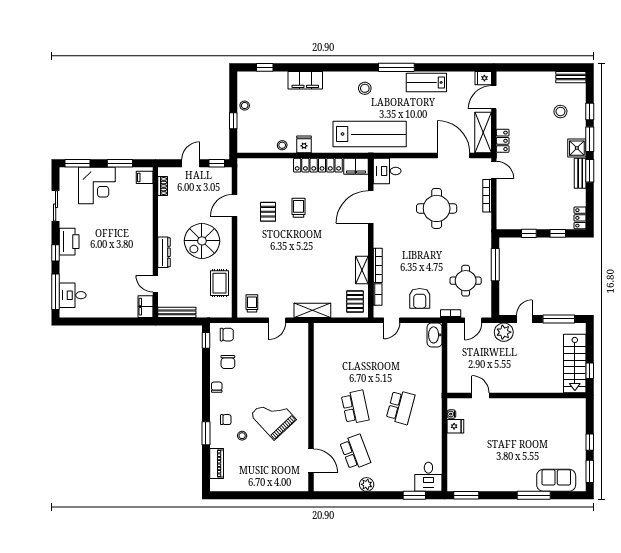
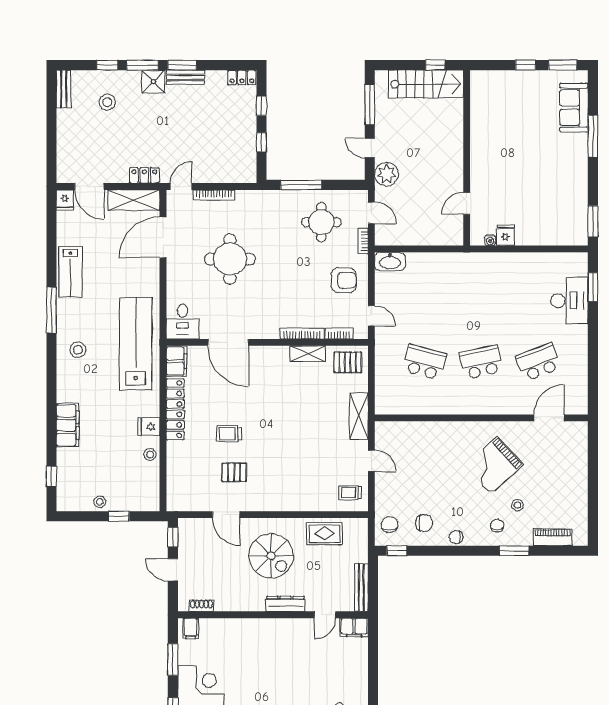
school desk: (401, 407) -> (424, 362), moved
desk: (428, 477) -> (569, 301), moved, width x1.37
plant: (367, 484) -> (579, 348), removed

